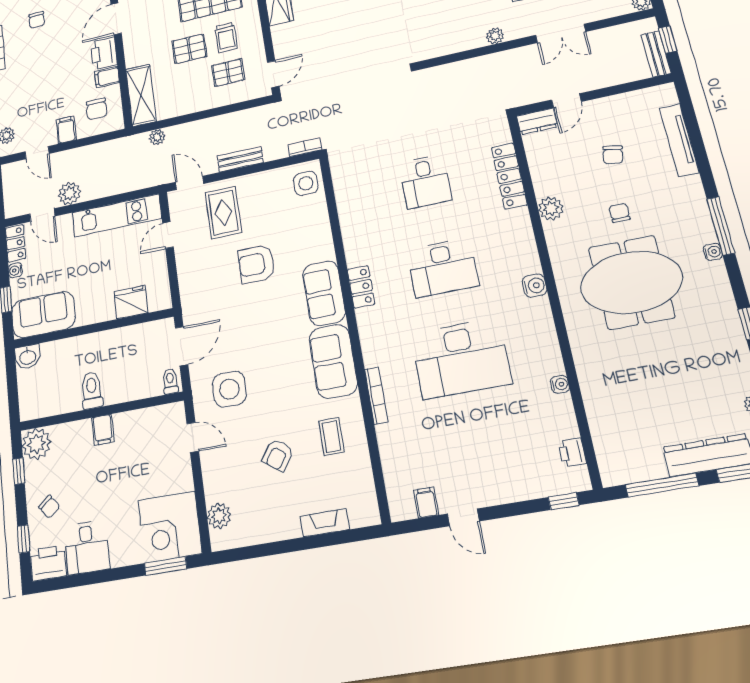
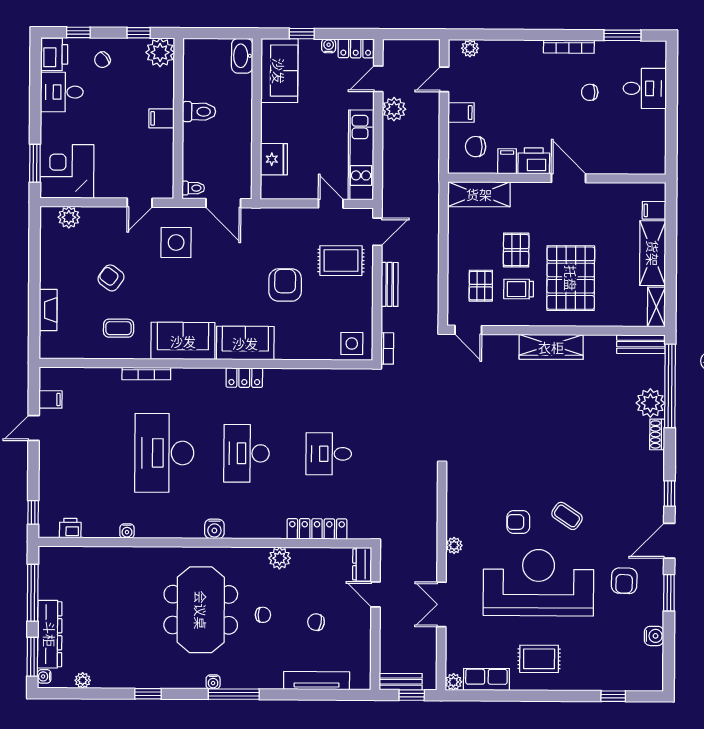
plant: (157, 137) -> (431, 205), removed
washbasin: (28, 357) -> (242, 56), width x1.38

